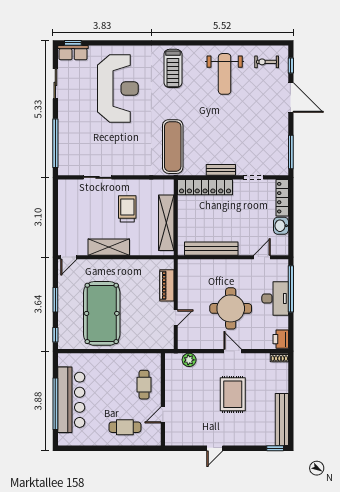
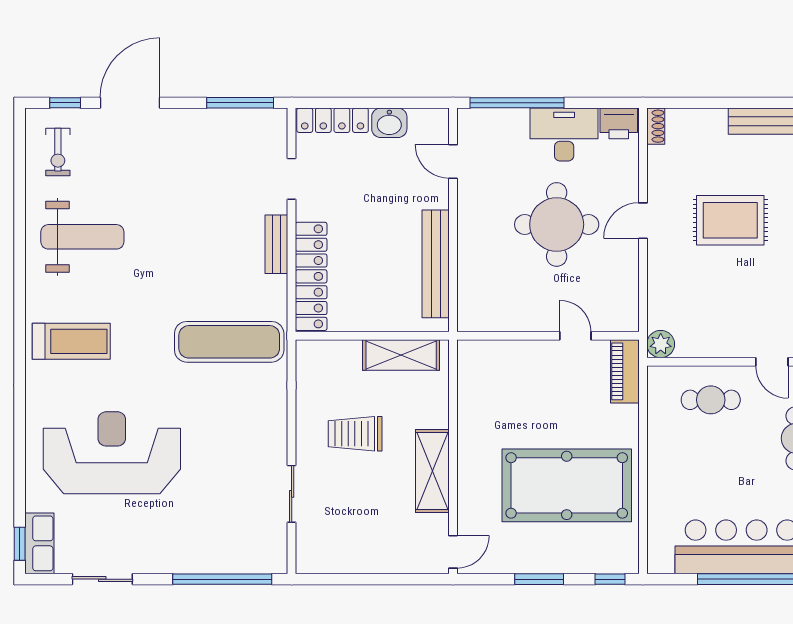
shelving: (166, 223) -> (401, 355), width x0.68
door: (69, 257) -> (453, 552), hinge flipped
piano: (167, 285) -> (625, 371), moved, turned 90
desk: (275, 299) -> (564, 135), moved
plant: (189, 360) -> (661, 344), moved

